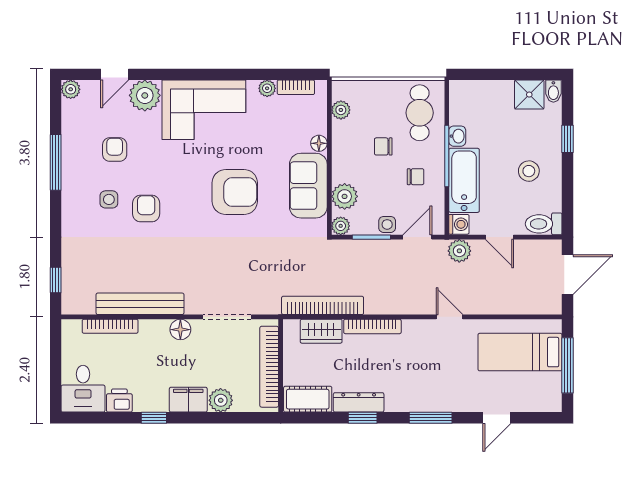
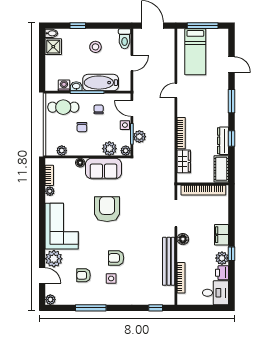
washing machine: (459, 224) -> (64, 85), moved
plant: (459, 251) -> (139, 137), moved
bookcase: (323, 305) -> (170, 161), removed
plant: (221, 400) -> (222, 258), moved

